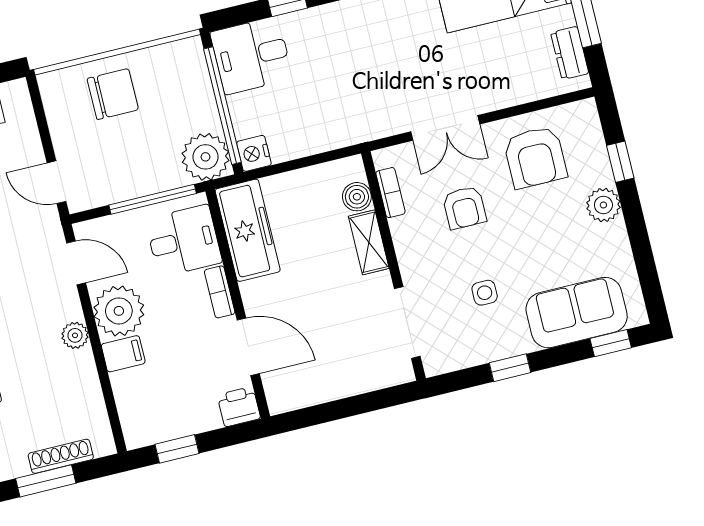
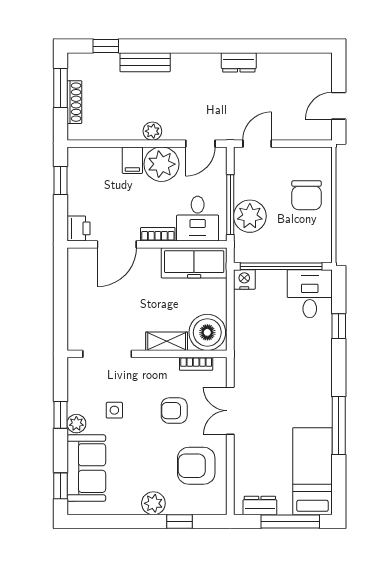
plant: (205, 157) -> (250, 216), moved
boiler: (357, 197) -> (207, 332), width x1.86, depth x1.86
plant: (517, 342) -> (76, 424), added

